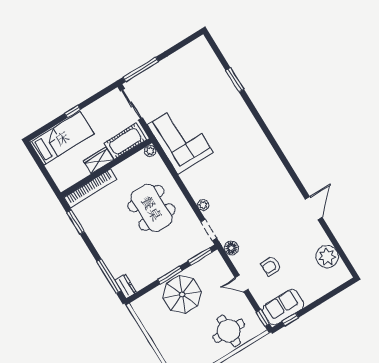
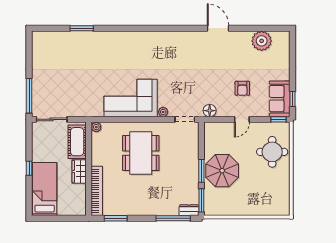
corner sofa: (180, 139) -> (131, 98), moved
dining table: (152, 208) -> (141, 153), turned 90
window: (200, 257) -> (201, 200), moved

